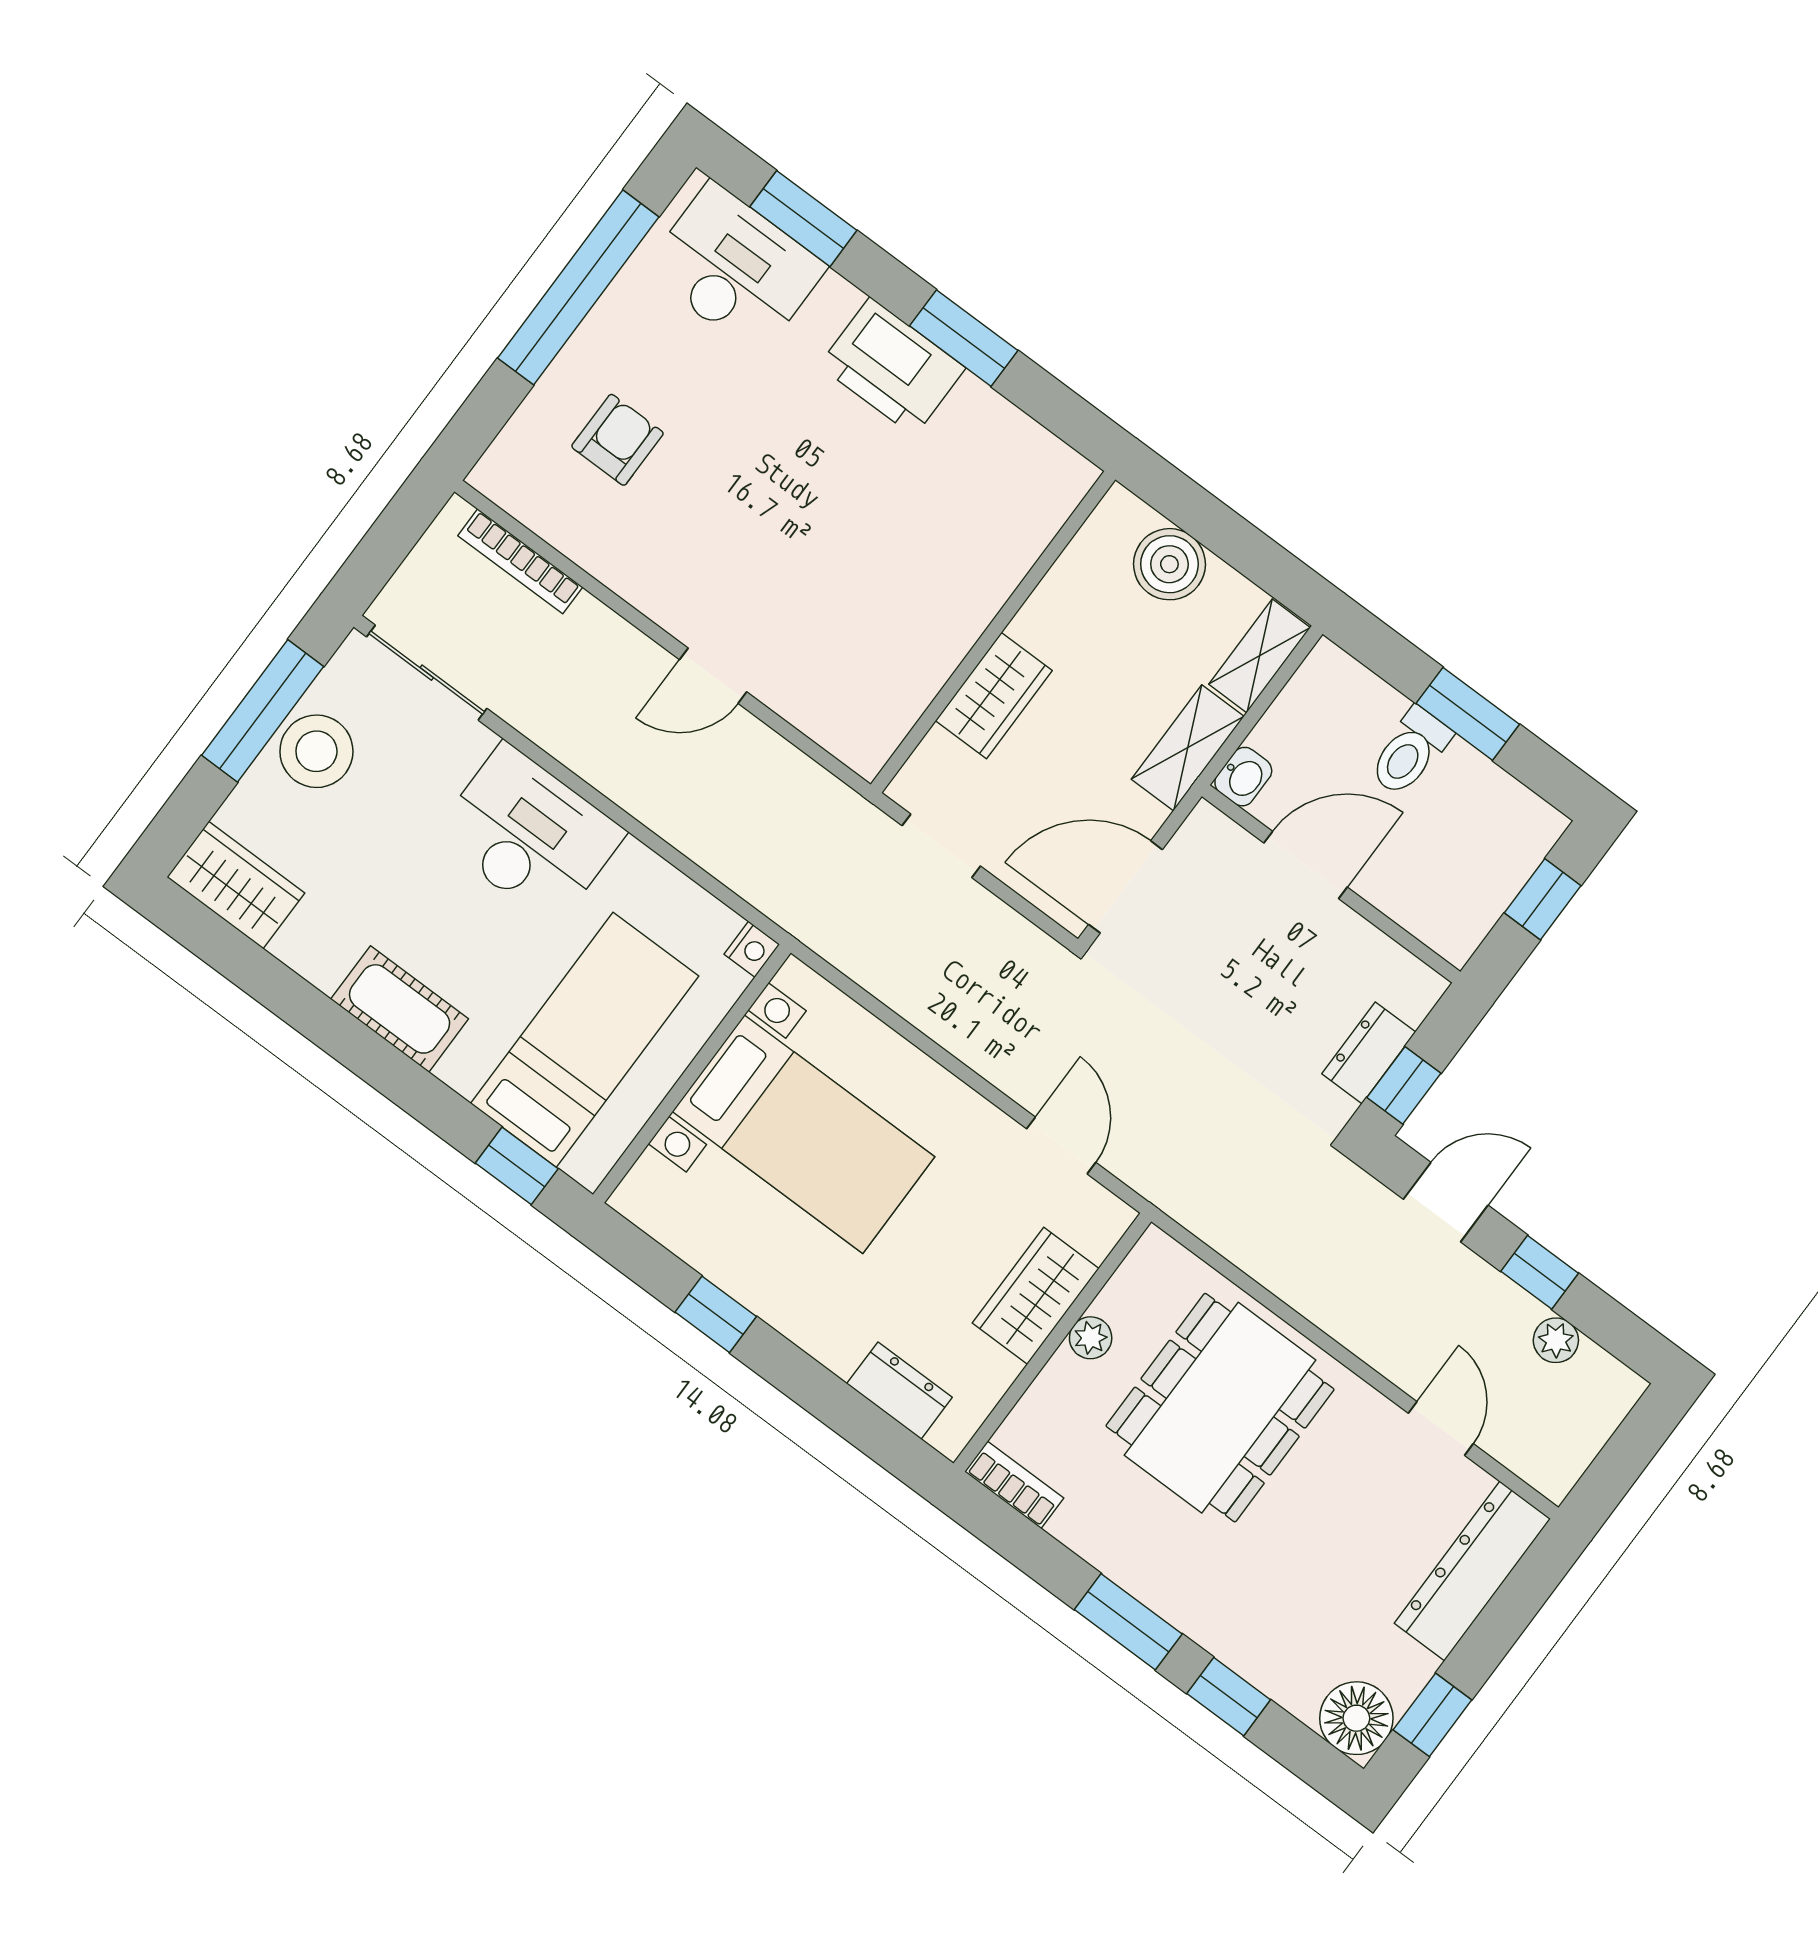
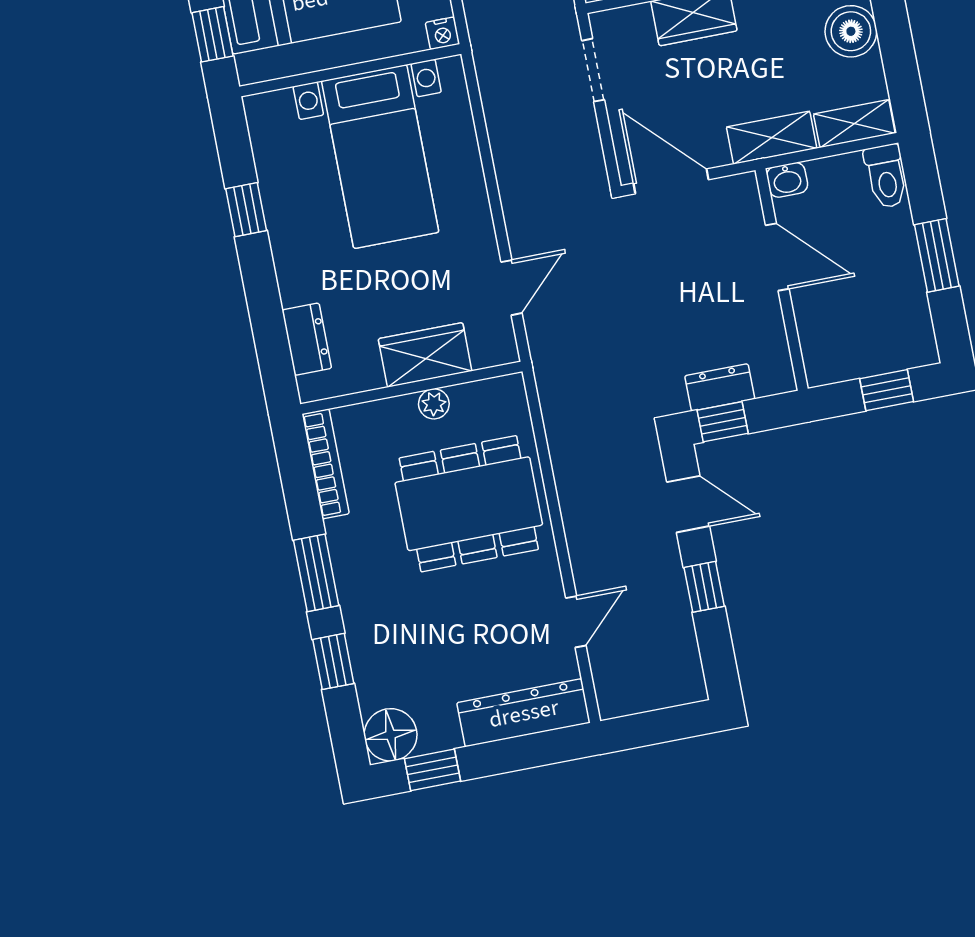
toilet: (1410, 752) -> (886, 176), moved, turned -90
plant: (1556, 1340) -> (680, 631), removed
bookcase: (1014, 1485) -> (326, 464), width x1.56

